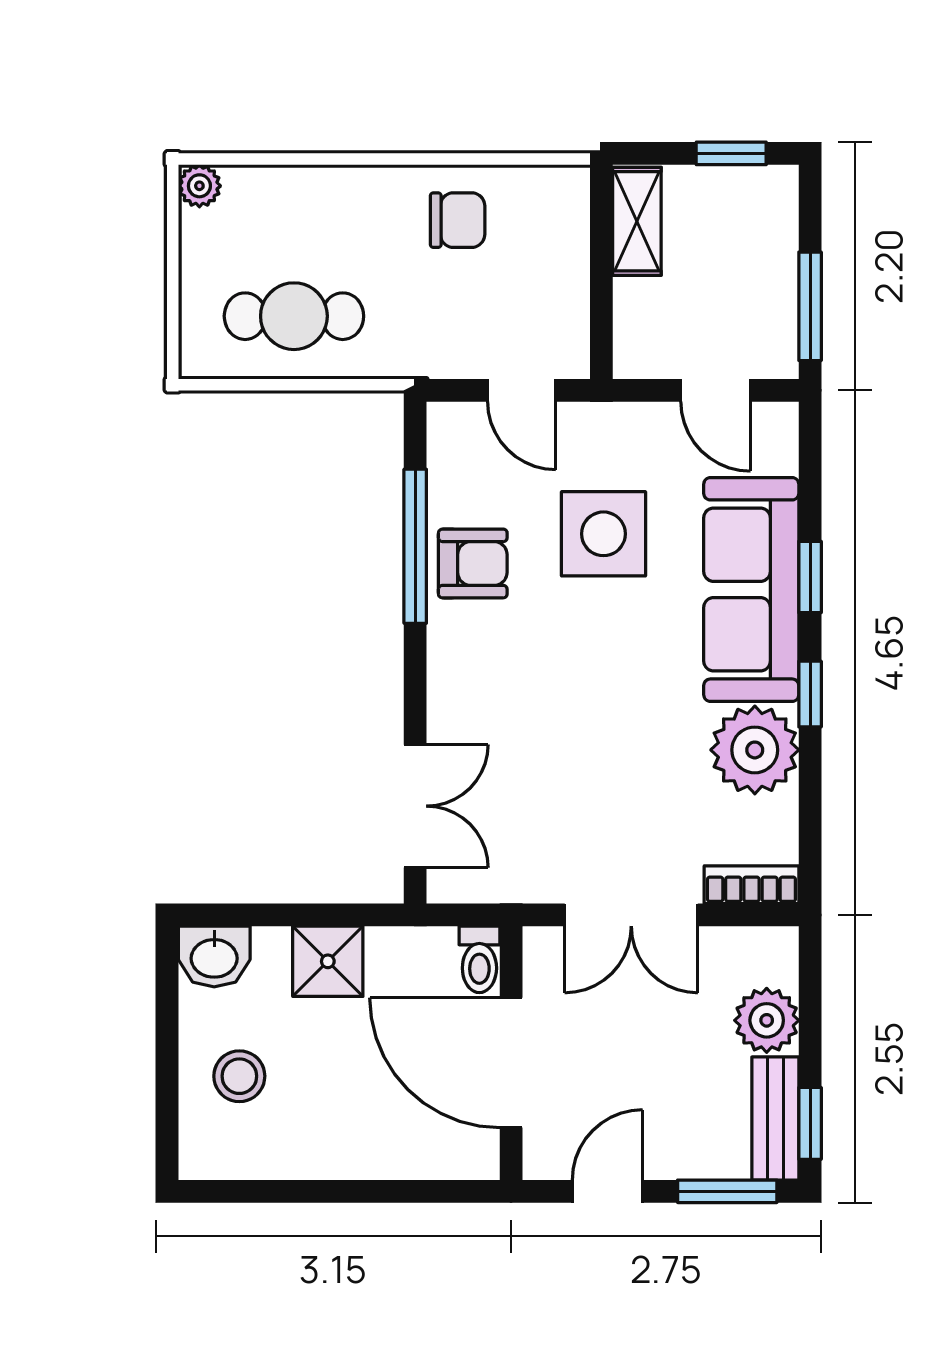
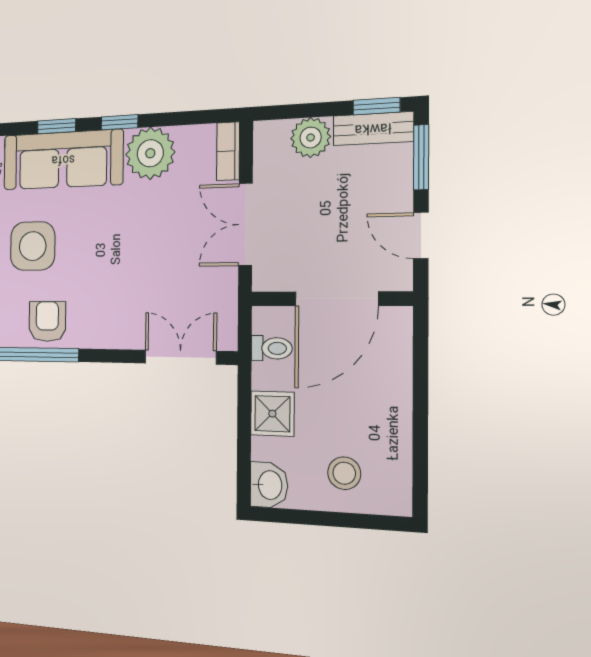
double door: (631, 915) -> (245, 224), swing flipped
toilet: (479, 959) -> (272, 348), moved

